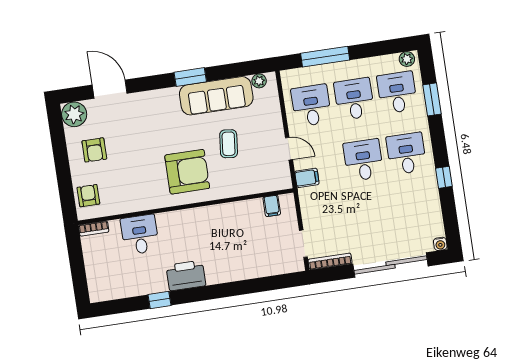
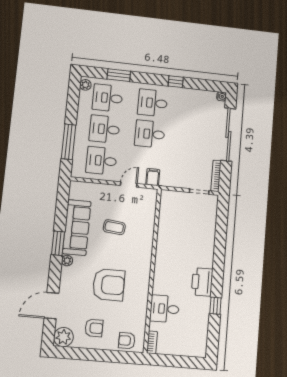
plant: (259, 81) -> (67, 261), moved
armchair: (187, 172) -> (109, 285), moved, turned 90
filing cabinet: (272, 206) -> (167, 207), removed

